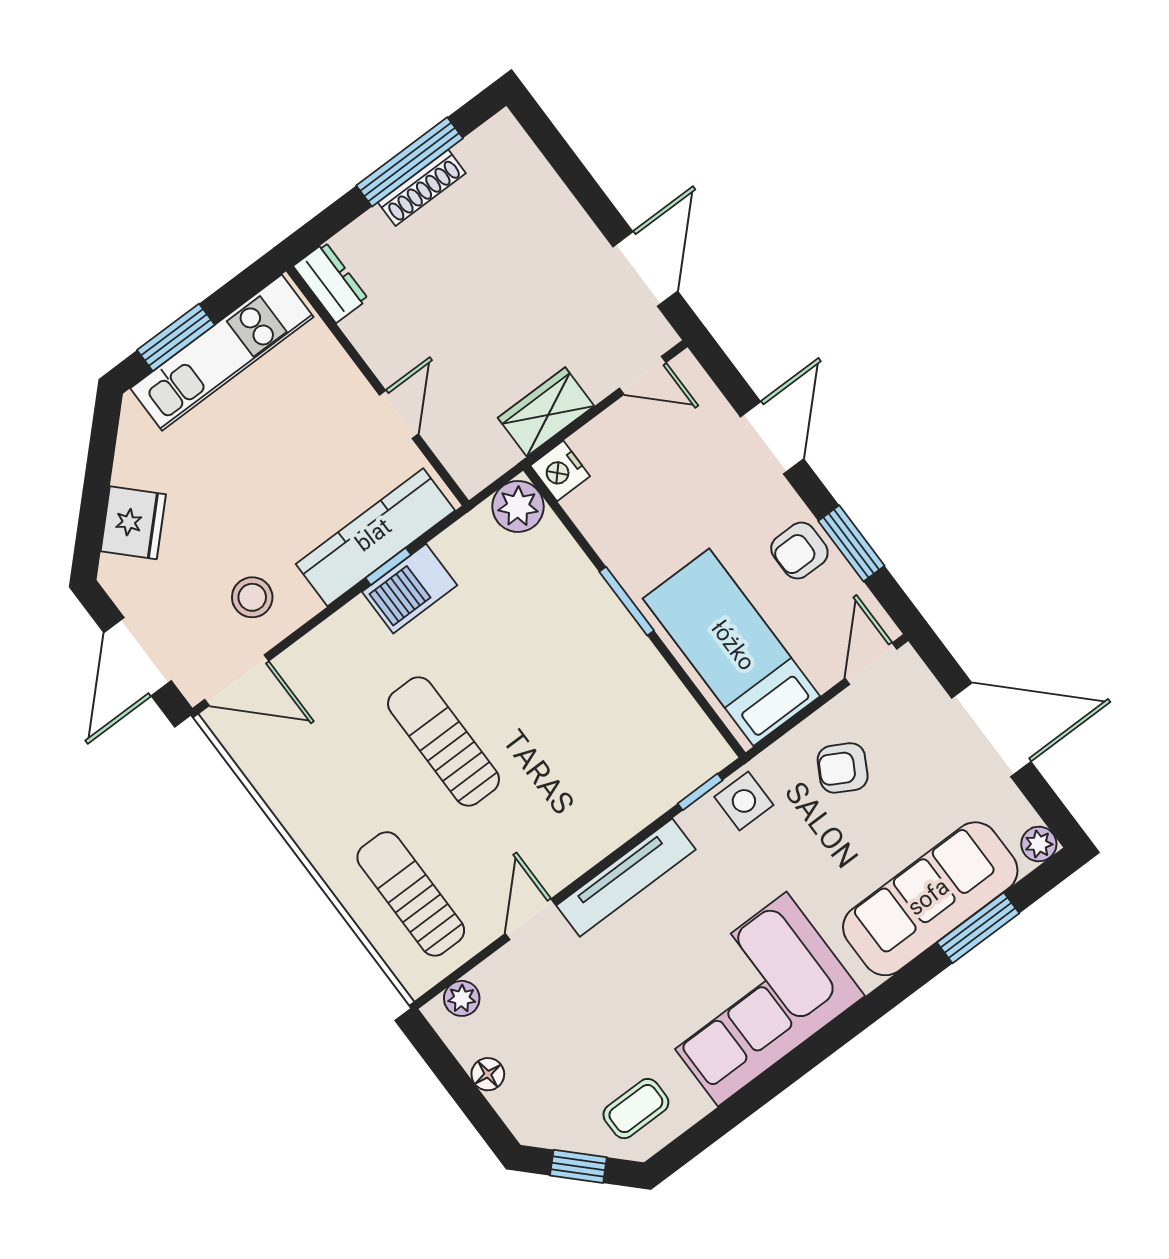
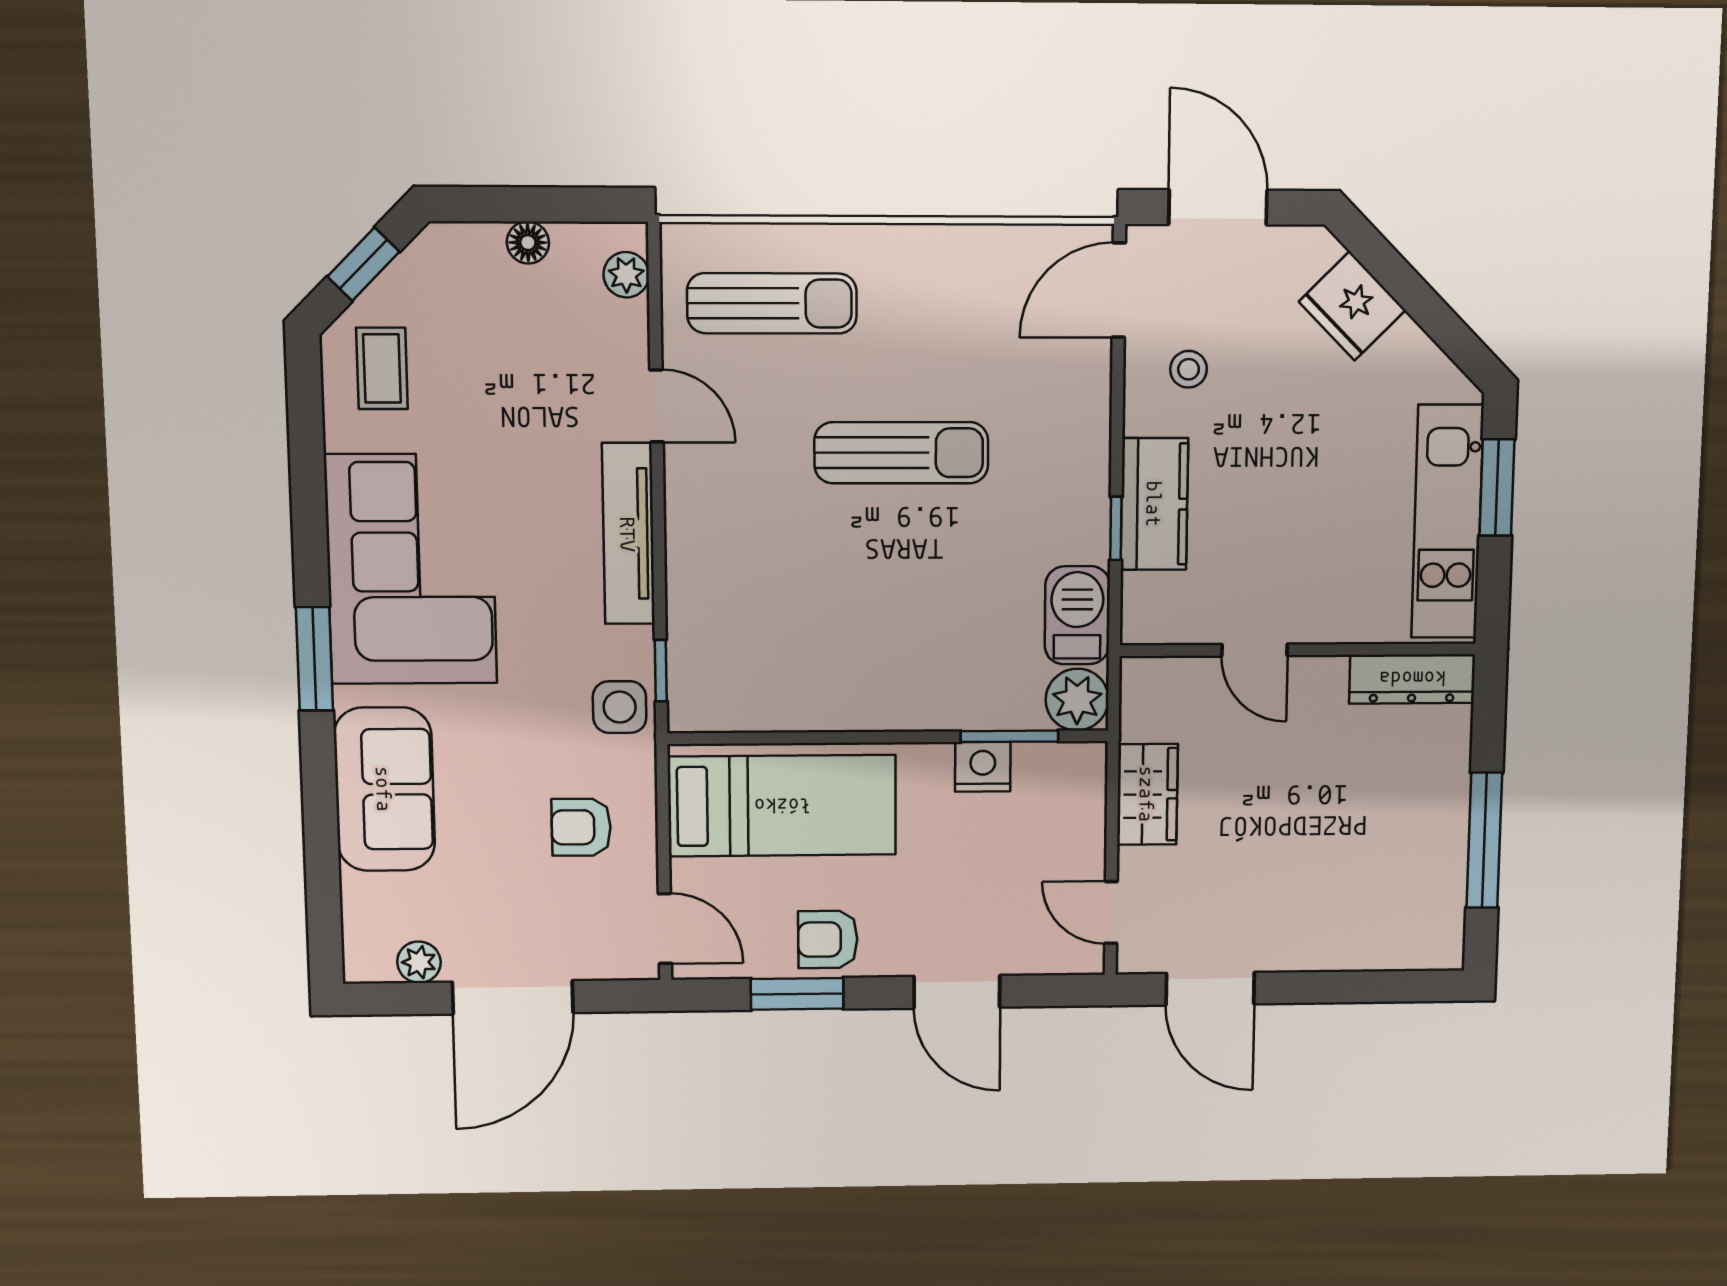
shoe rack: (422, 188) -> (1451, 834), removed
dresser: (331, 283) -> (1412, 679), width x1.44
door: (643, 375) -> (1111, 912), hinge flipped
nightstand: (560, 471) -> (983, 767), moved
kitchen counter: (375, 537) -> (1154, 504), width x0.67
armchair: (799, 551) -> (828, 939), turned -90
barbecue: (410, 589) -> (1077, 615), moved
stool: (252, 597) -> (1189, 369), width x0.73, depth x0.73
window: (627, 601) -> (1009, 736), moved
armchair: (843, 768) -> (581, 827), turned -119
plant: (1039, 844) -> (419, 962), moved
sofa: (930, 899) -> (384, 789), width x0.73
window: (978, 928) -> (314, 659), moved

